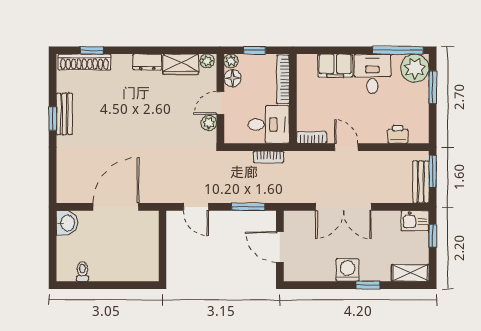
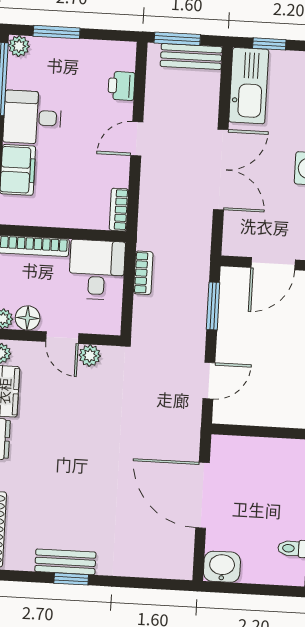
plant: (415, 68) -> (19, 46), width x0.53, depth x0.53
door: (346, 147) -> (137, 139), moved
kitchen sink: (415, 221) -> (249, 86), width x1.87, depth x1.24

